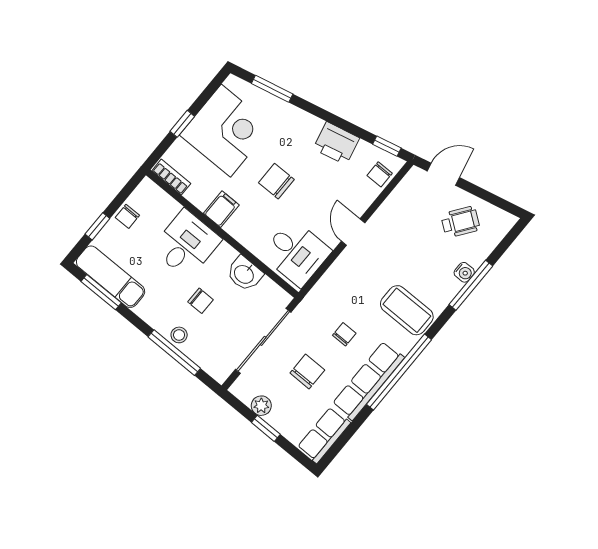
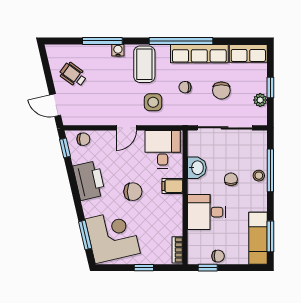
corner desk: (226, 131) -> (113, 236), moved, turned 77
printer: (336, 143) -> (89, 181), width x1.37, depth x1.19
chair: (276, 181) -> (133, 192), turned -90
filing cabinet: (221, 209) -> (172, 186), moved
window: (97, 226) -> (208, 268), moved
water cooler: (464, 272) -> (118, 50), moved
side table: (357, 285) -> (153, 102), added
chair: (307, 371) -> (221, 90), turned -90

